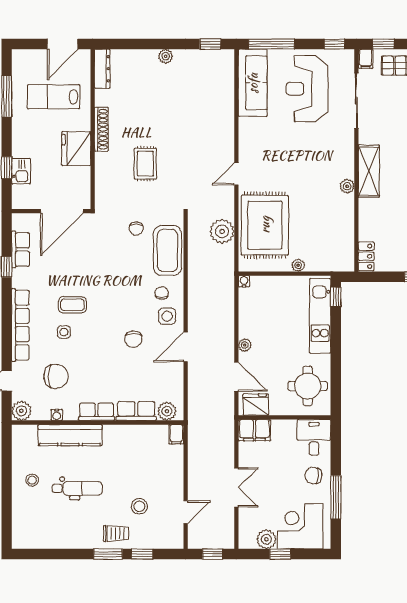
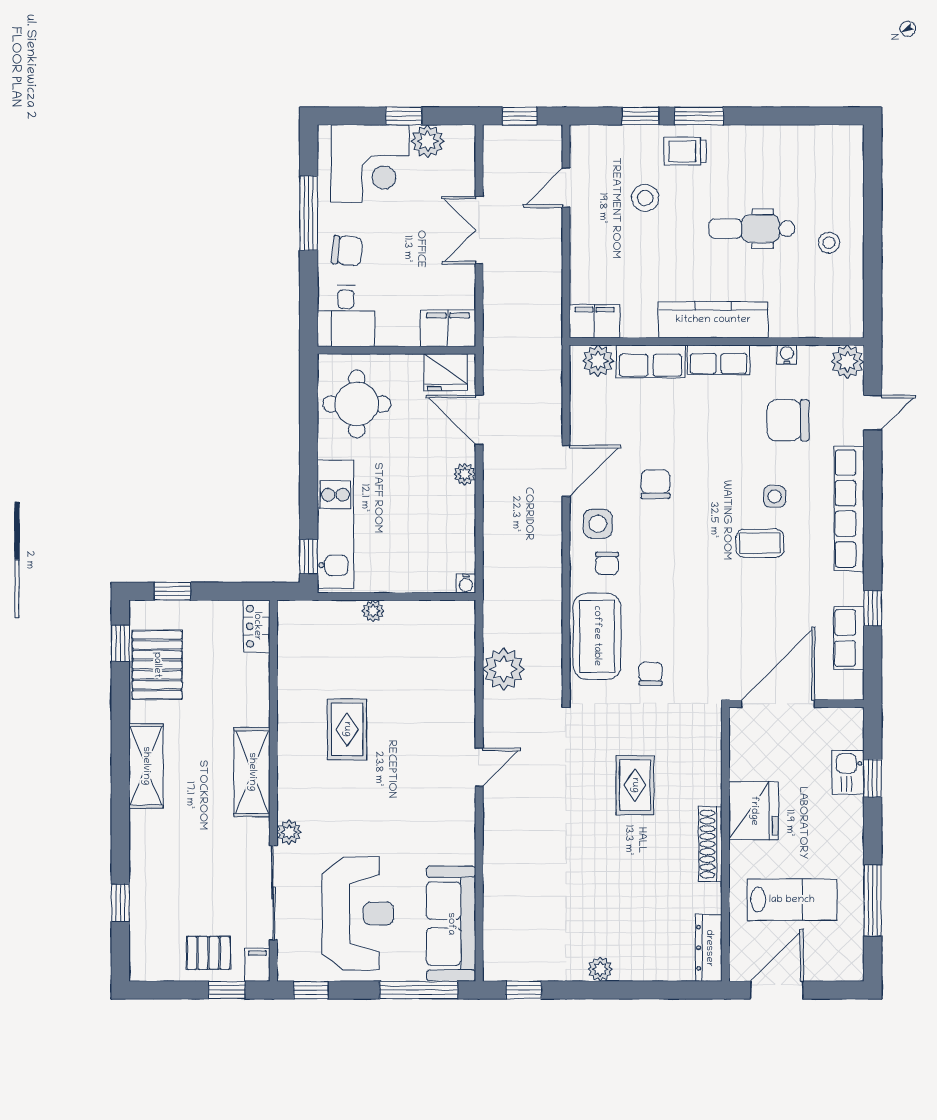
plant: (347, 186) -> (289, 832), moved
rug: (265, 225) -> (347, 729), moved, width x0.54, depth x0.49
filing cabinet: (176, 434) -> (595, 321), width x2.00
kitchen counter: (70, 435) -> (713, 320), moved

